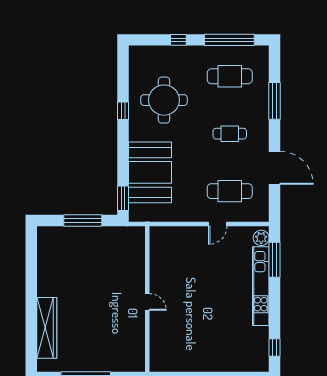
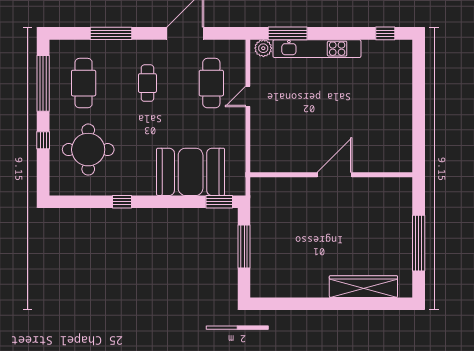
round table: (164, 100) -> (88, 150), moved
door: (218, 224) -> (248, 96), swing flipped
door: (147, 302) -> (334, 175), width x1.88

